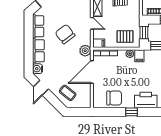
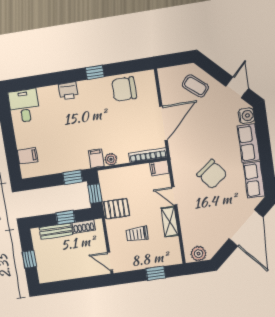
pallet: (125, 37) -> (117, 209), moved
plant: (85, 51) -> (178, 154), removed
printer: (146, 100) -> (68, 91), width x0.53, depth x0.68

